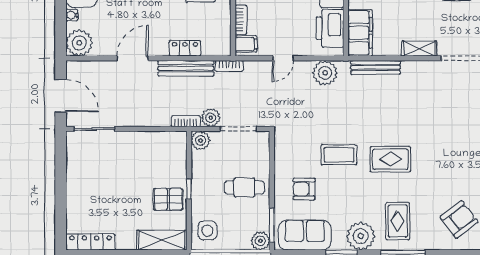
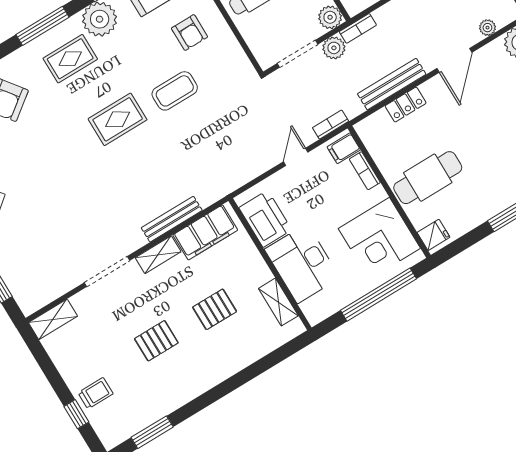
filing cabinet: (360, 33) -> (205, 232), moved, turned -90
bookcase: (229, 66) -> (331, 125), moved
bench: (376, 67) -> (172, 219), moved
plant: (325, 73) -> (487, 28), moved, width x0.53, depth x0.53
armchair: (304, 189) -> (190, 33), turned 90
rug: (398, 221) -> (70, 59), turned 90

